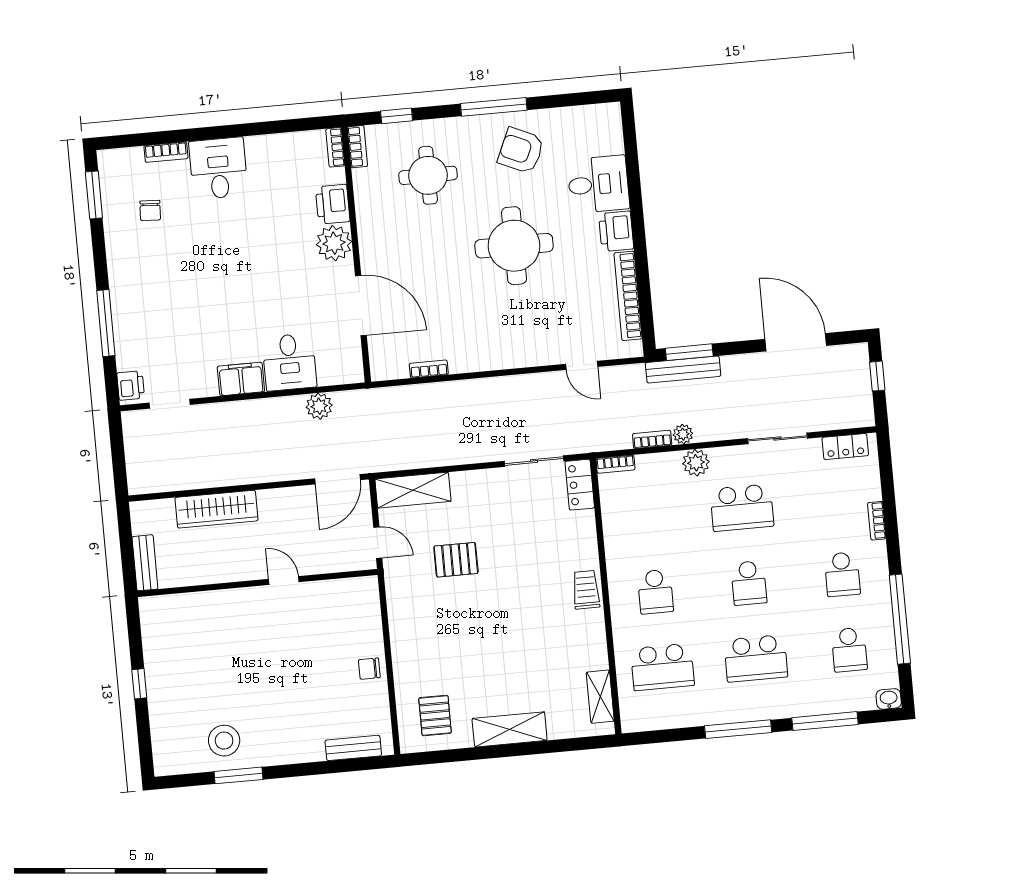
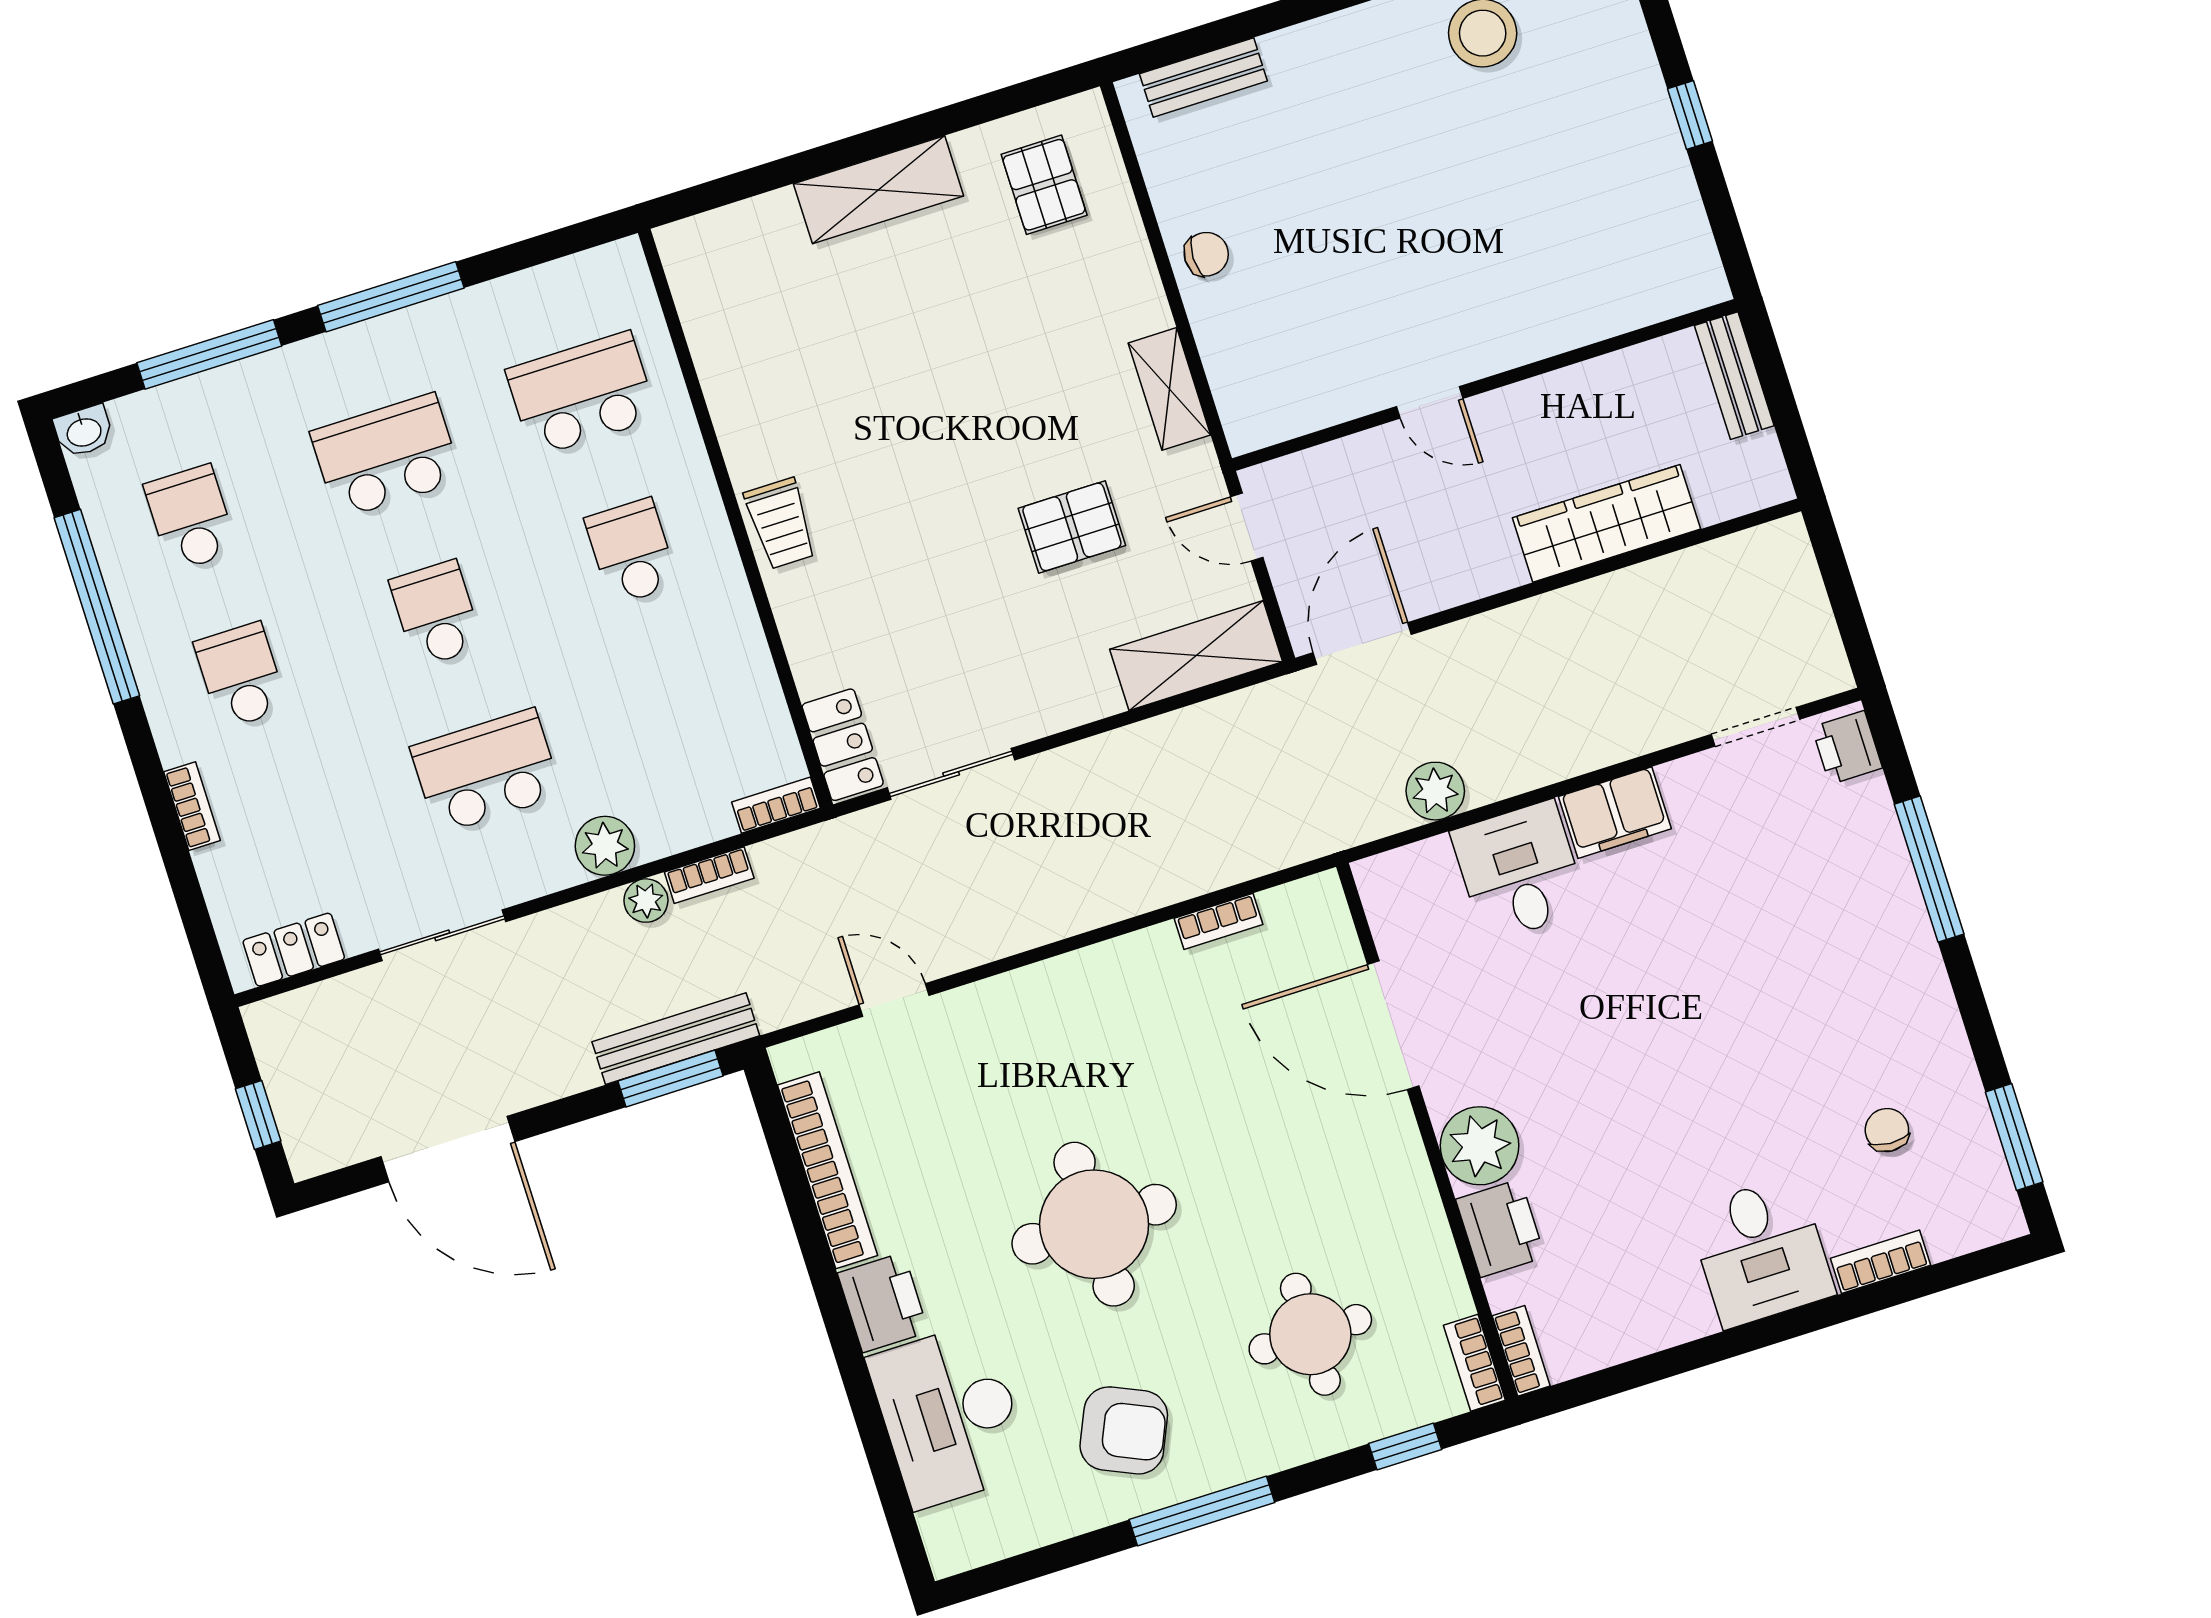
desk: (598, 184) -> (950, 1416), width x1.37
shelving: (600, 697) -> (1169, 389), moved

